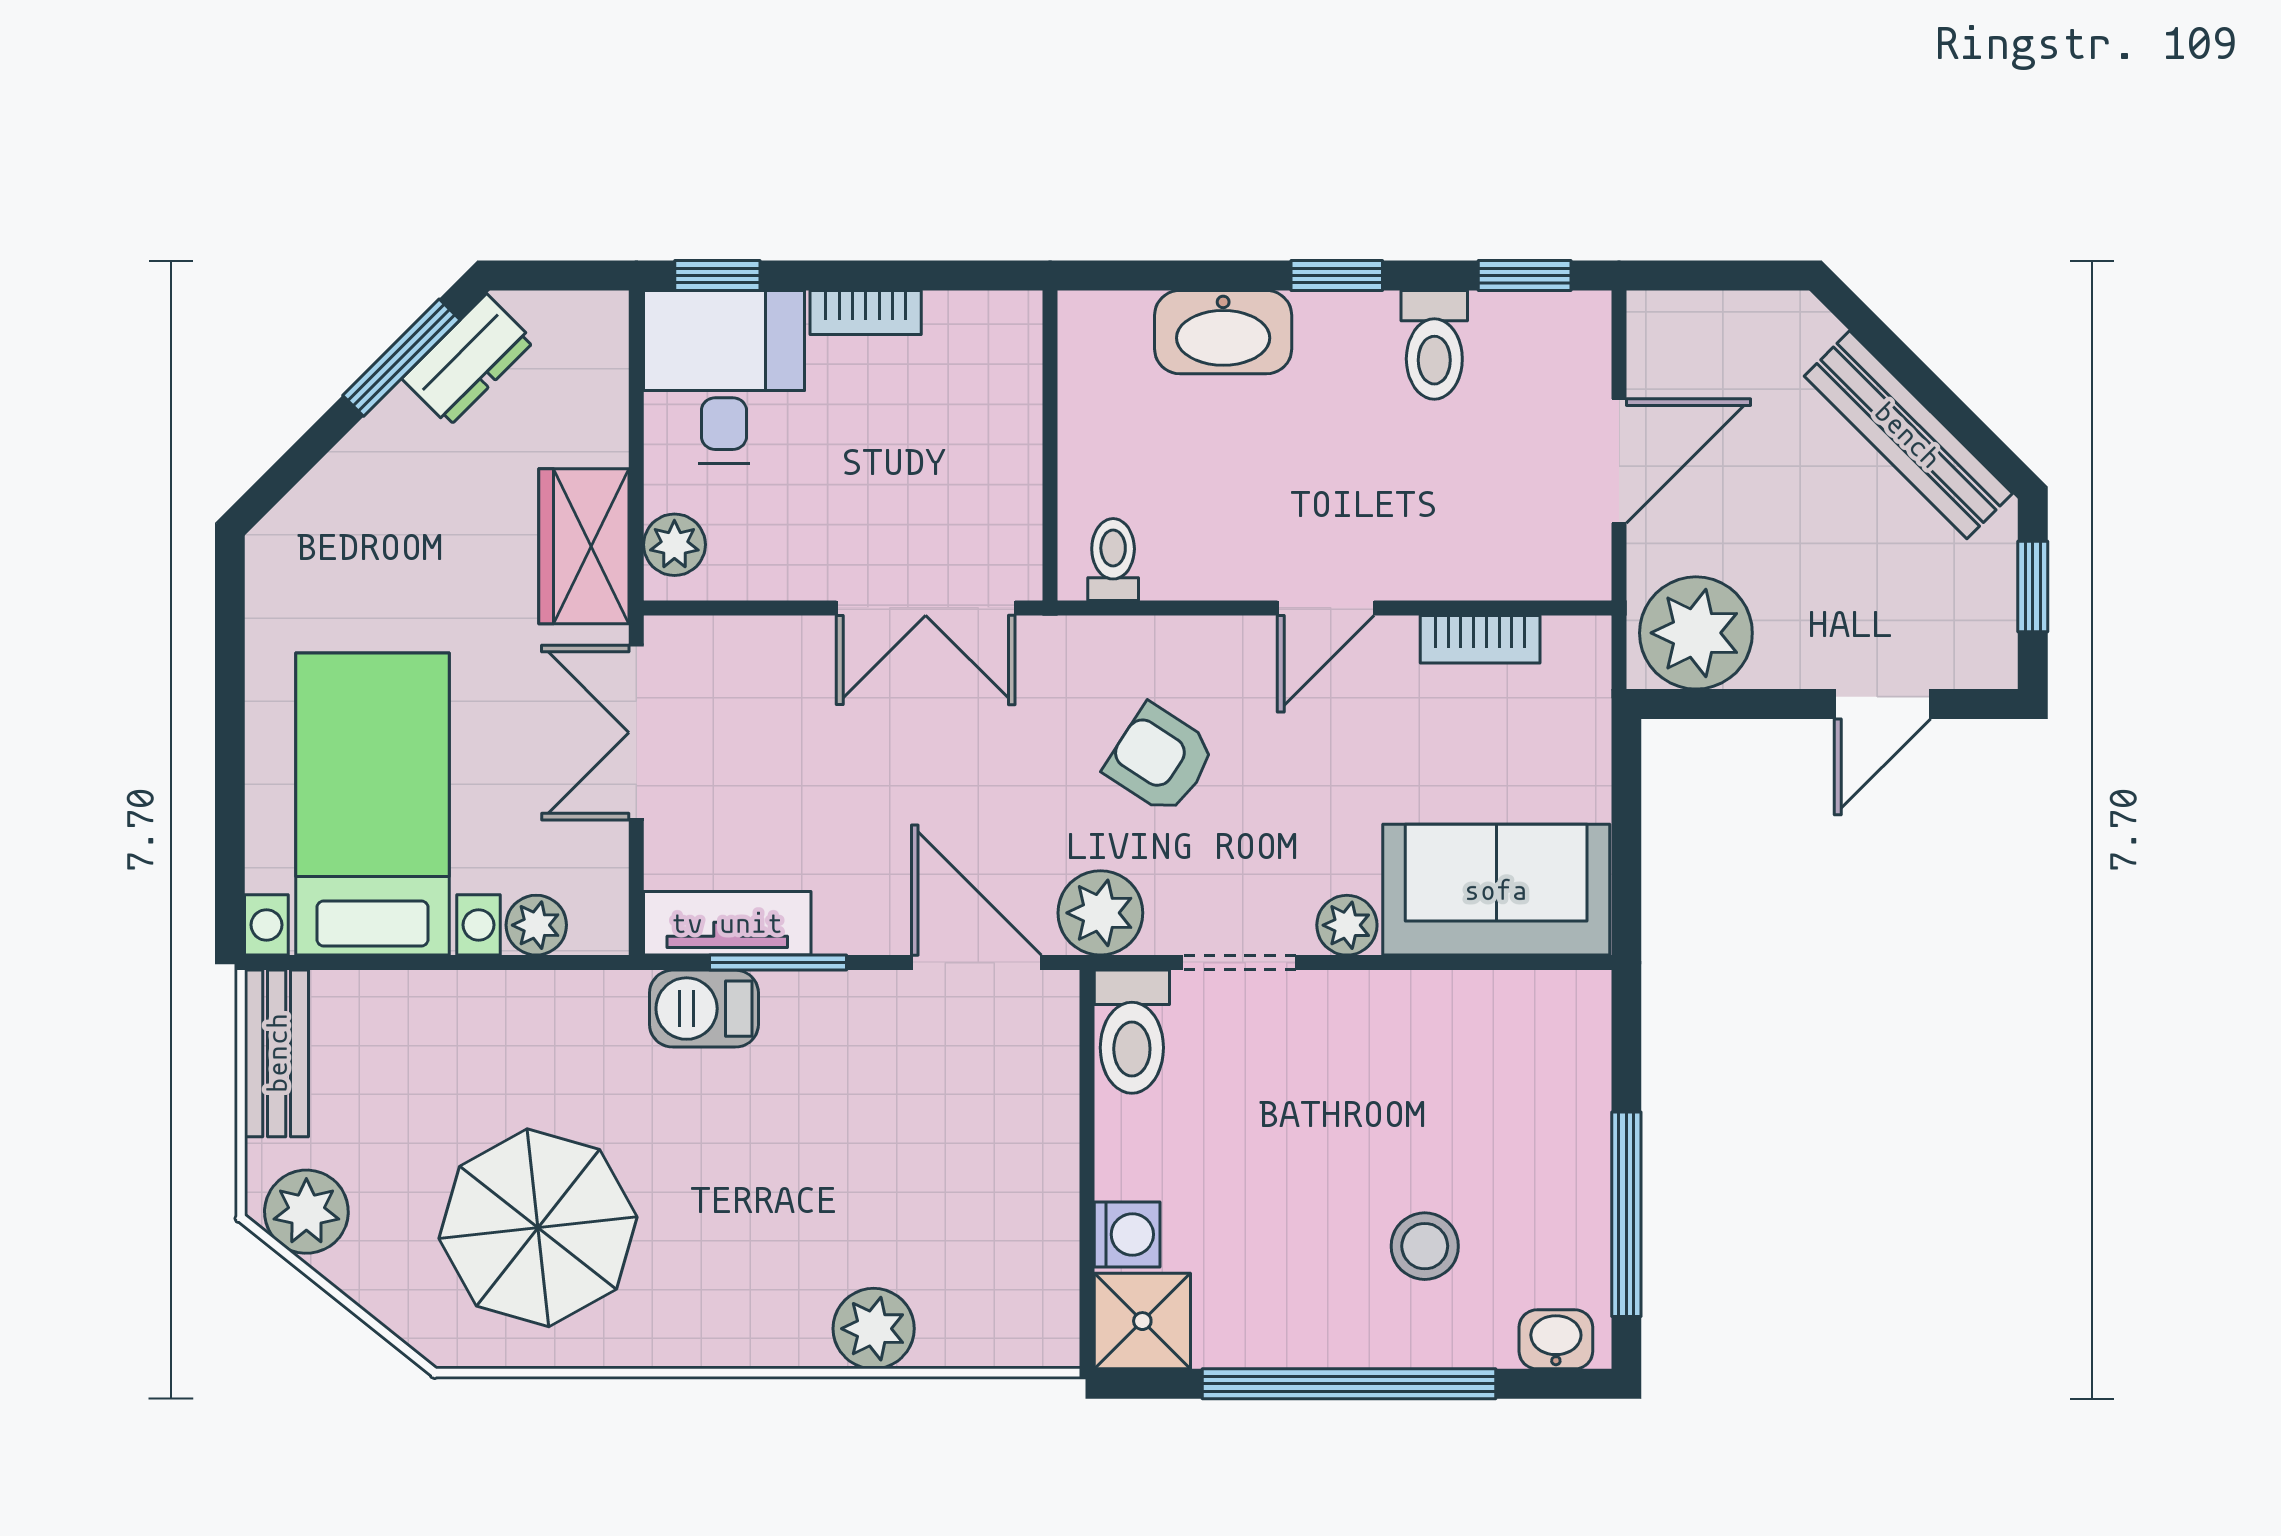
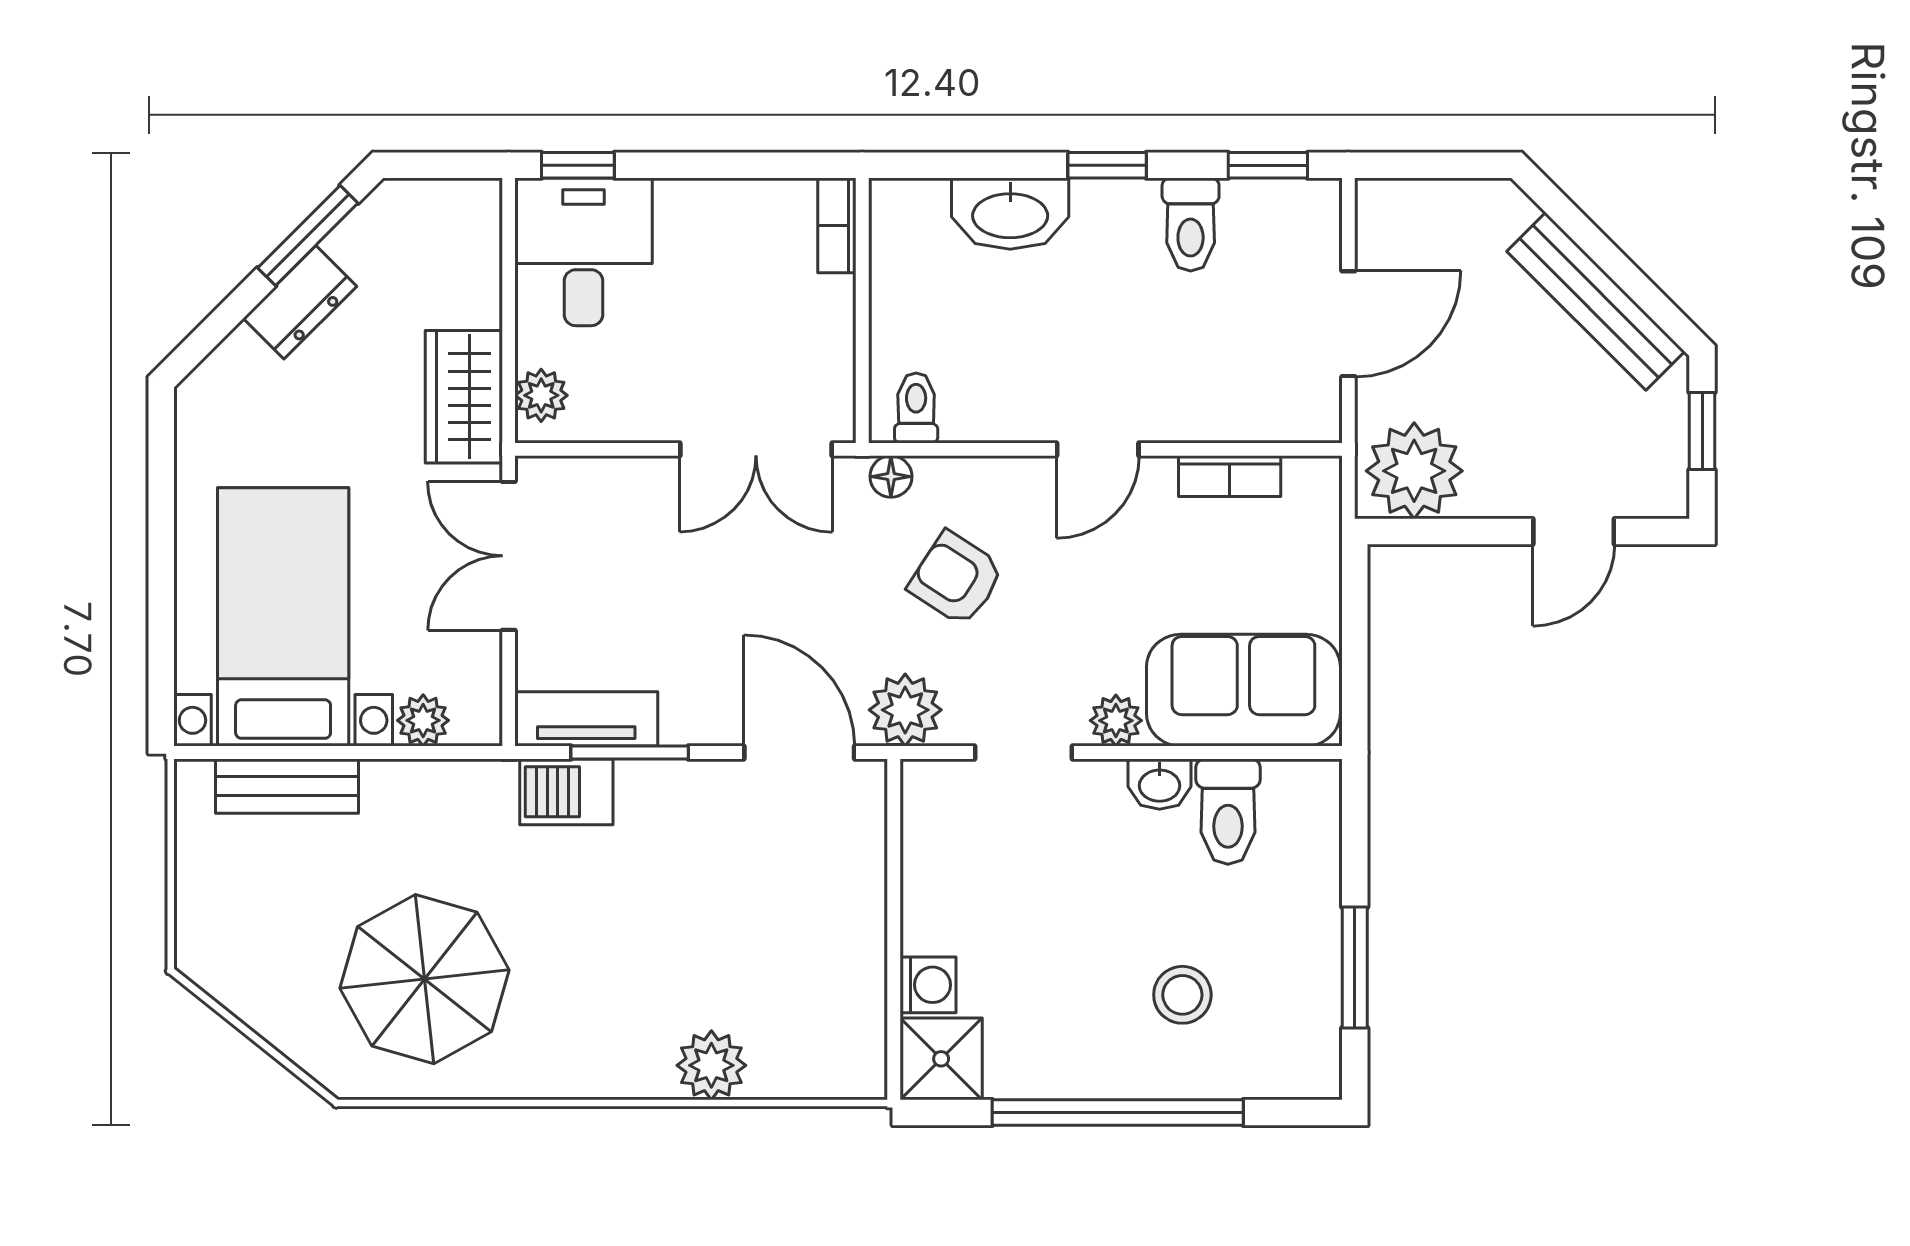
bookcase: (866, 312) -> (837, 225), moved, turned 90
dresser: (468, 360) -> (300, 302), moved
floor lamp: (1084, 640) -> (891, 477), added
toilet: (1132, 1032) -> (1228, 812), moved
bench: (277, 1053) -> (287, 786), moved, turned 90
plant: (306, 1212) -> (227, 965), removed
window: (1626, 1214) -> (1355, 968), width x0.69
washbasin: (1556, 1339) -> (1160, 784), moved, turned 180

